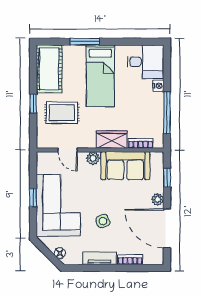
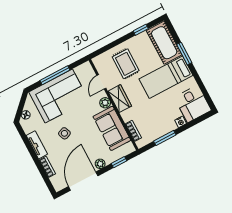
cot: (49, 69) -> (164, 43), moved, turned 90
window: (33, 104) -> (141, 30), moved
window: (167, 113) -> (165, 138), width x0.69
wardrobe: (112, 140) -> (120, 99), moved
window: (33, 198) -> (55, 75), width x2.17

